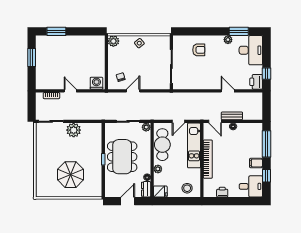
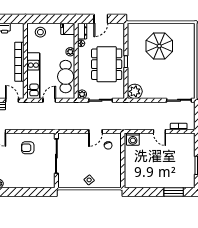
plant: (113, 41) -> (116, 182), removed
armchair: (199, 50) -> (28, 148), moved
plant: (74, 130) -> (135, 91), moved

